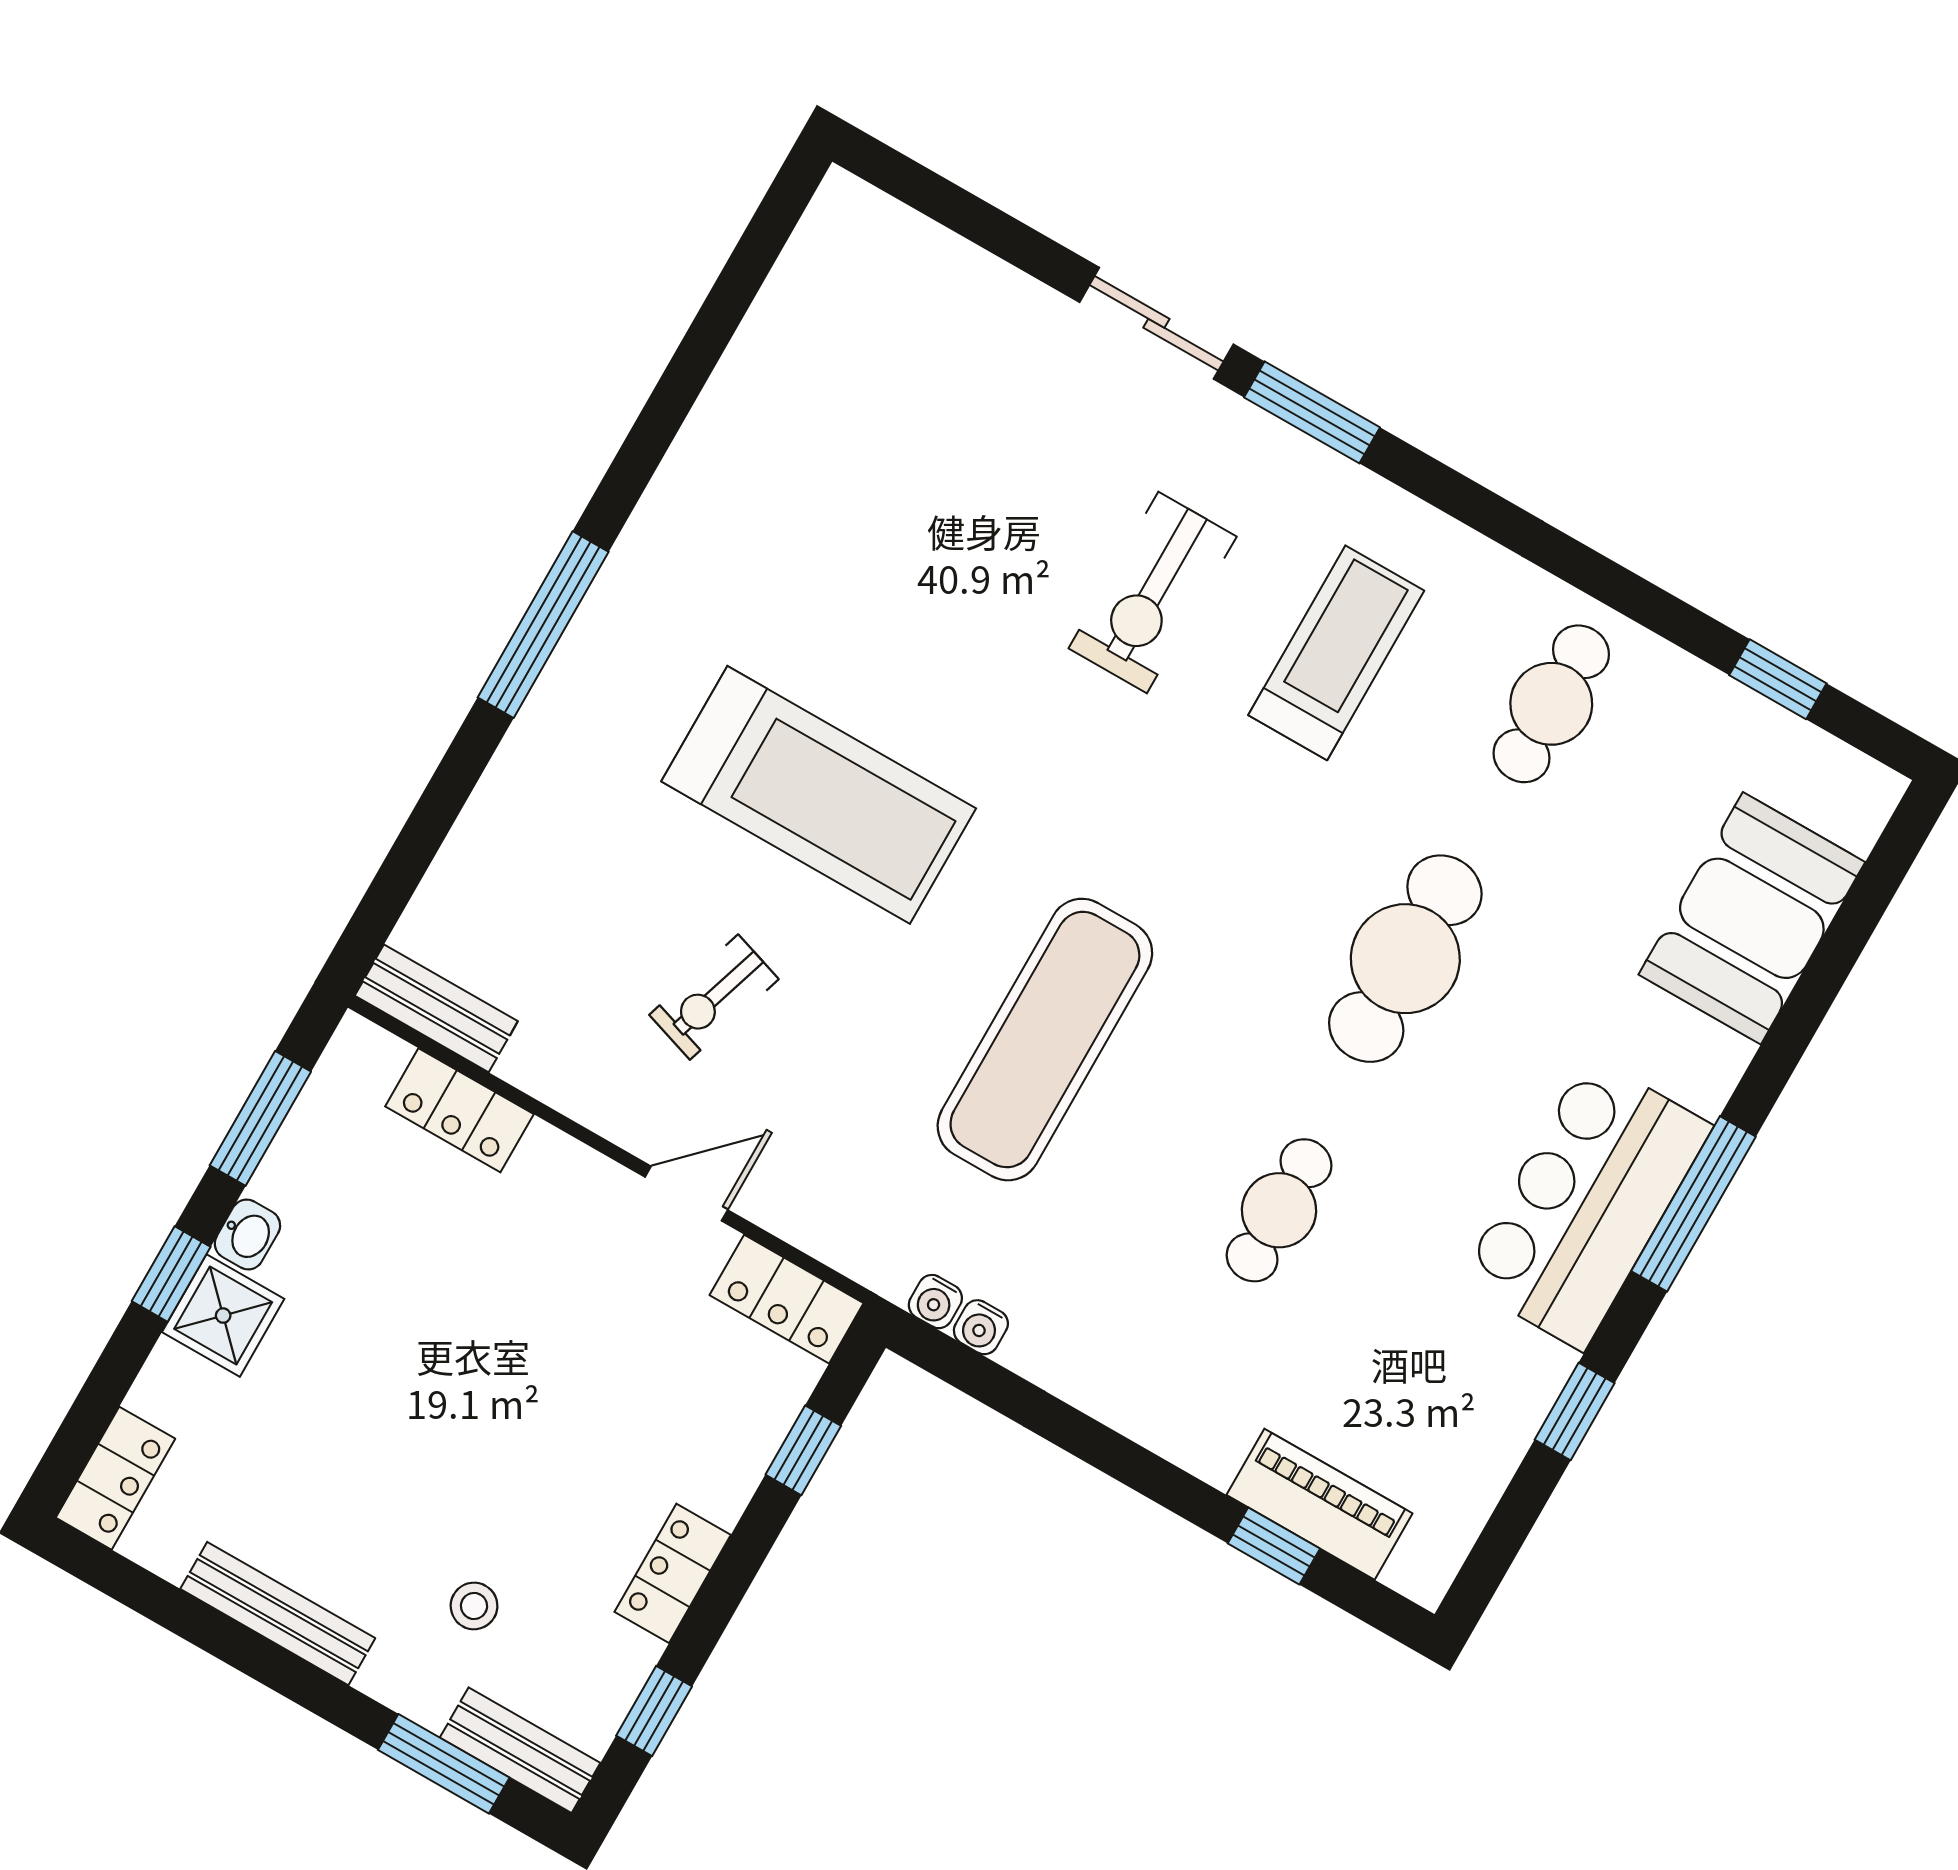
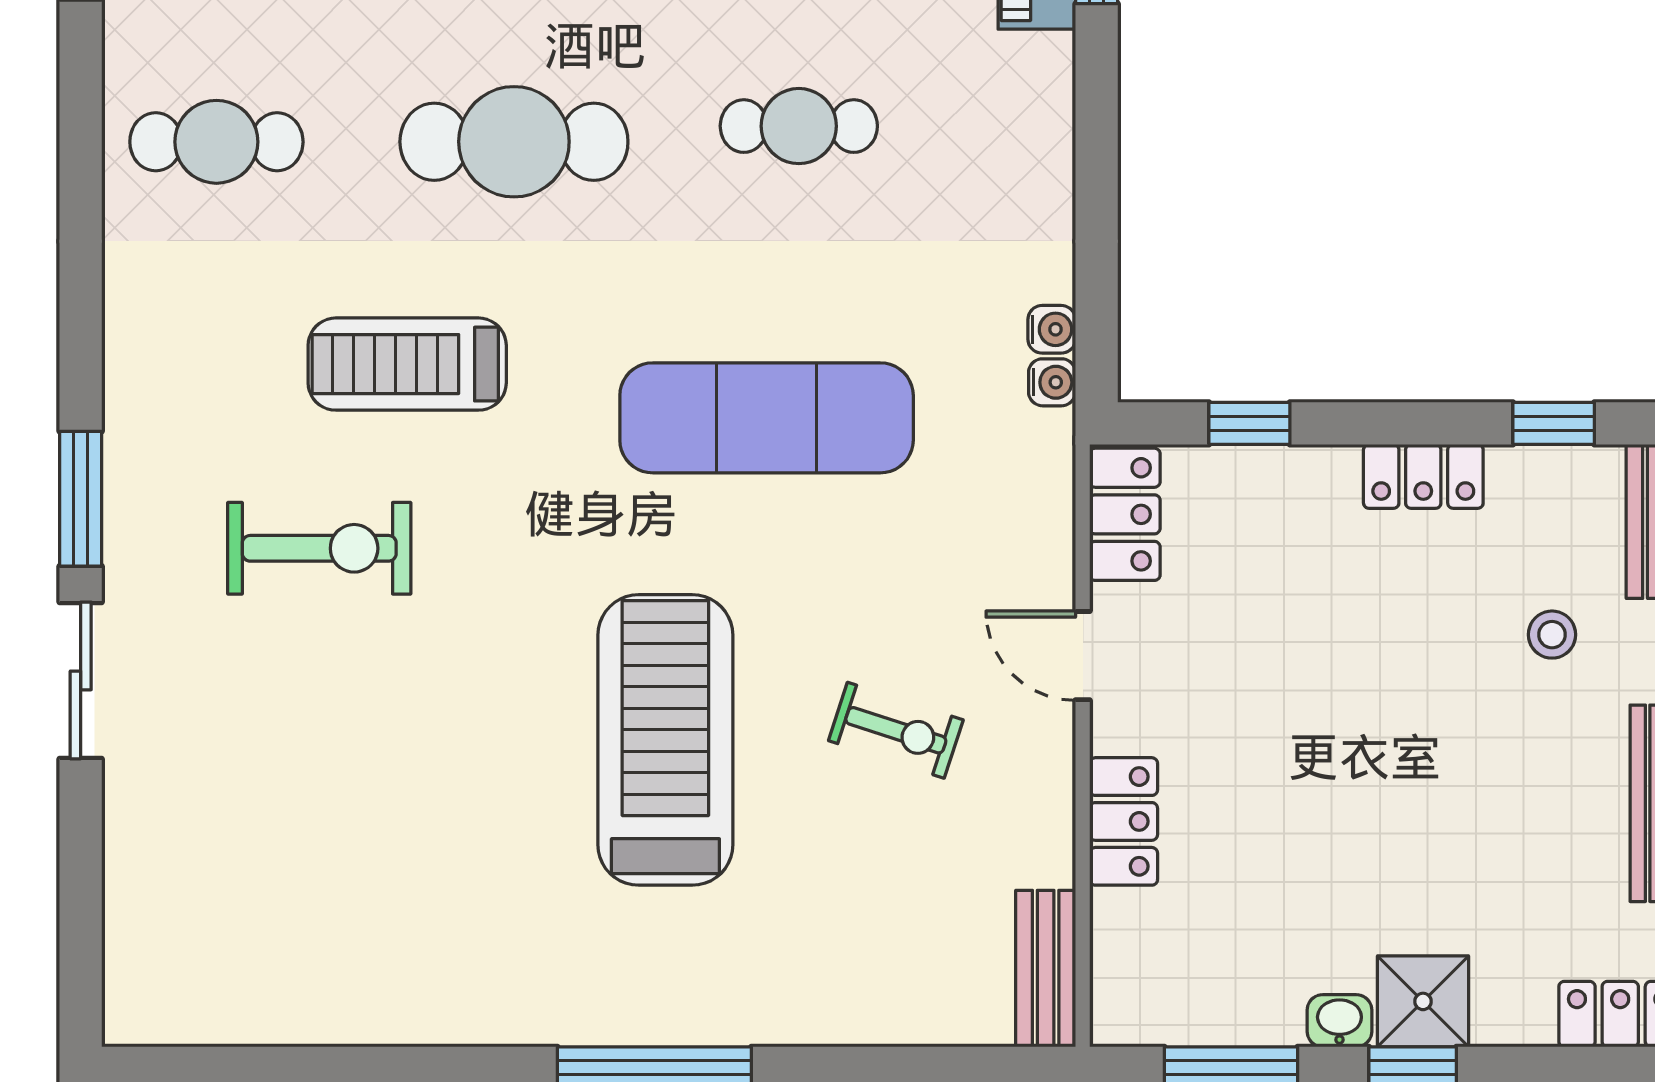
treadmill: (1336, 653) -> (407, 364), moved
locker: (459, 1110) -> (1124, 821), moved

